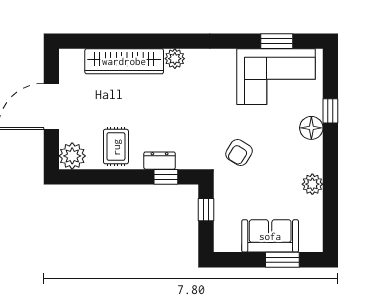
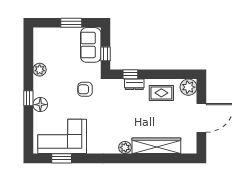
window: (330, 111) -> (28, 98), moved
rug: (116, 147) -> (161, 93), turned 90
armchair: (239, 152) -> (85, 89), turned -122
sofa: (270, 236) -> (91, 45), moved, turned 90
window: (282, 260) -> (71, 23), moved

